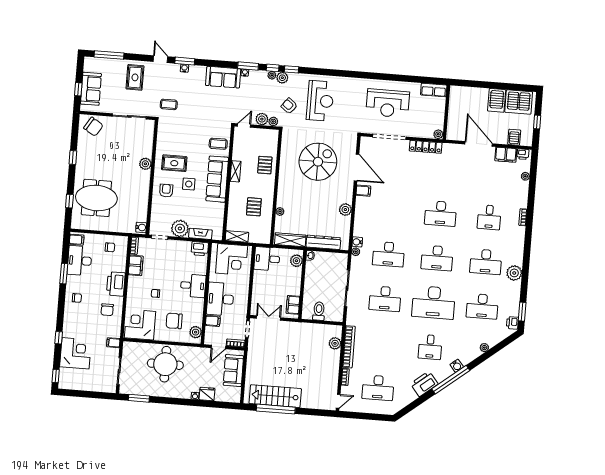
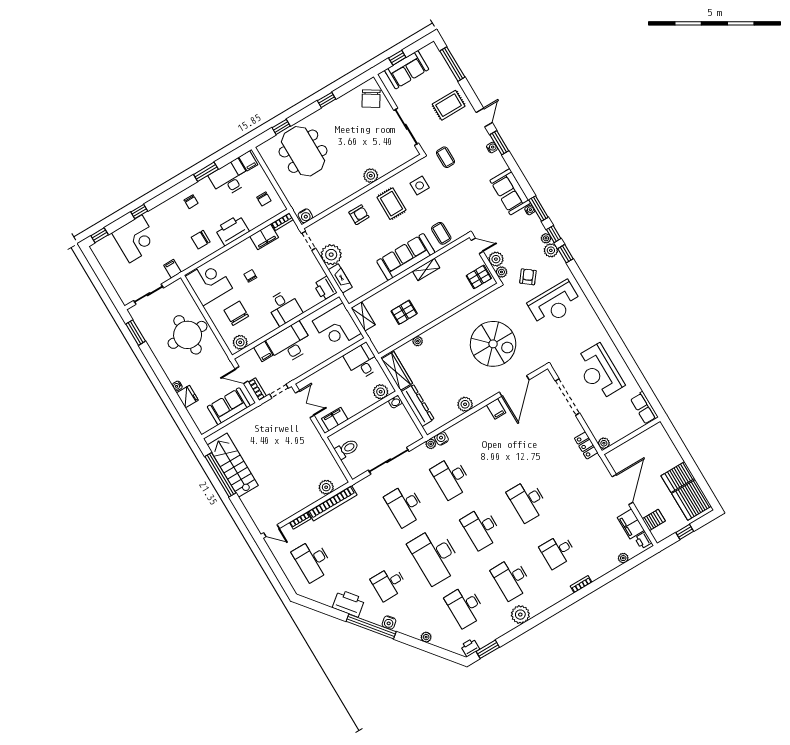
locker: (426, 147) -> (586, 445), width x0.66
pallet: (265, 165) -> (479, 277), moved
side table: (189, 184) -> (420, 185), moved

